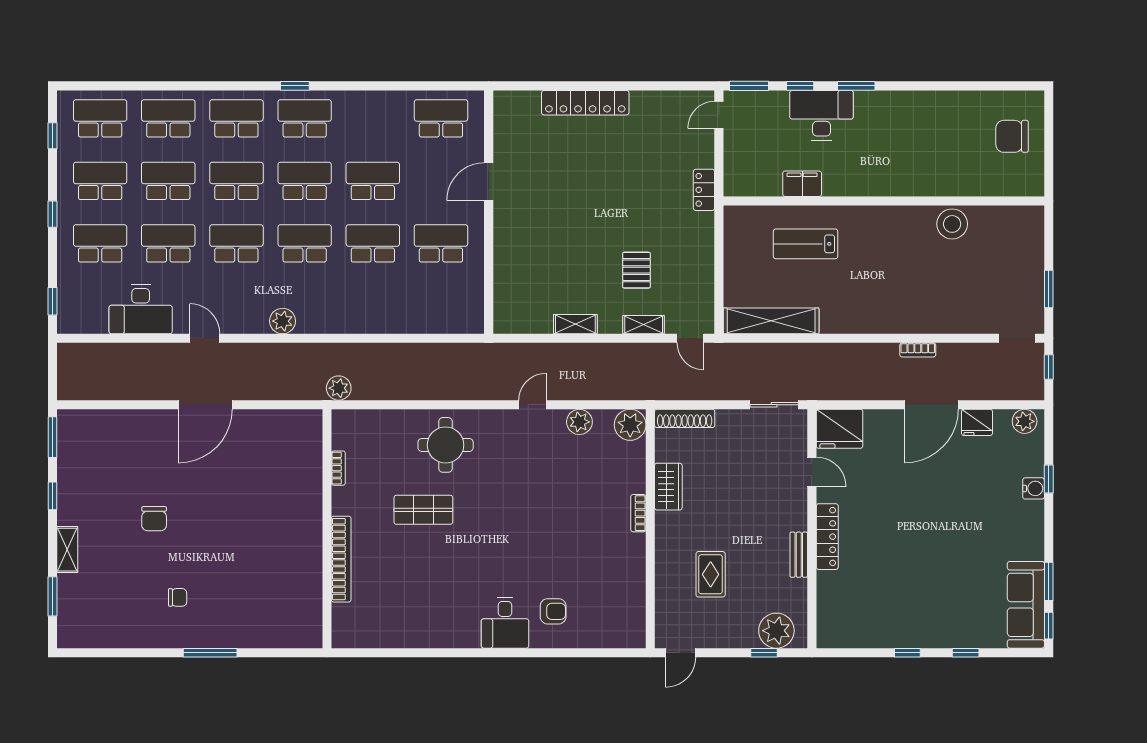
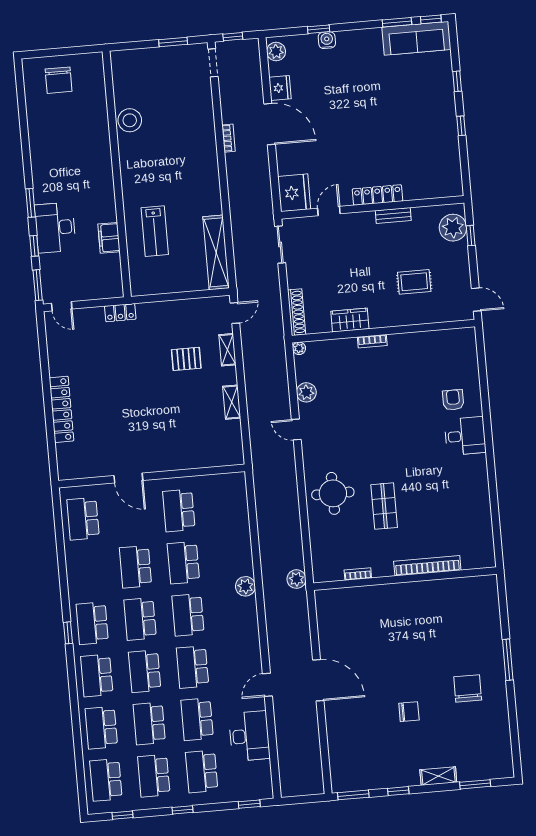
plant: (283, 321) -> (245, 586), moved
plant: (630, 425) -> (299, 348), width x0.53, depth x0.53
chair: (178, 597) -> (468, 688), width x1.87, depth x1.87

